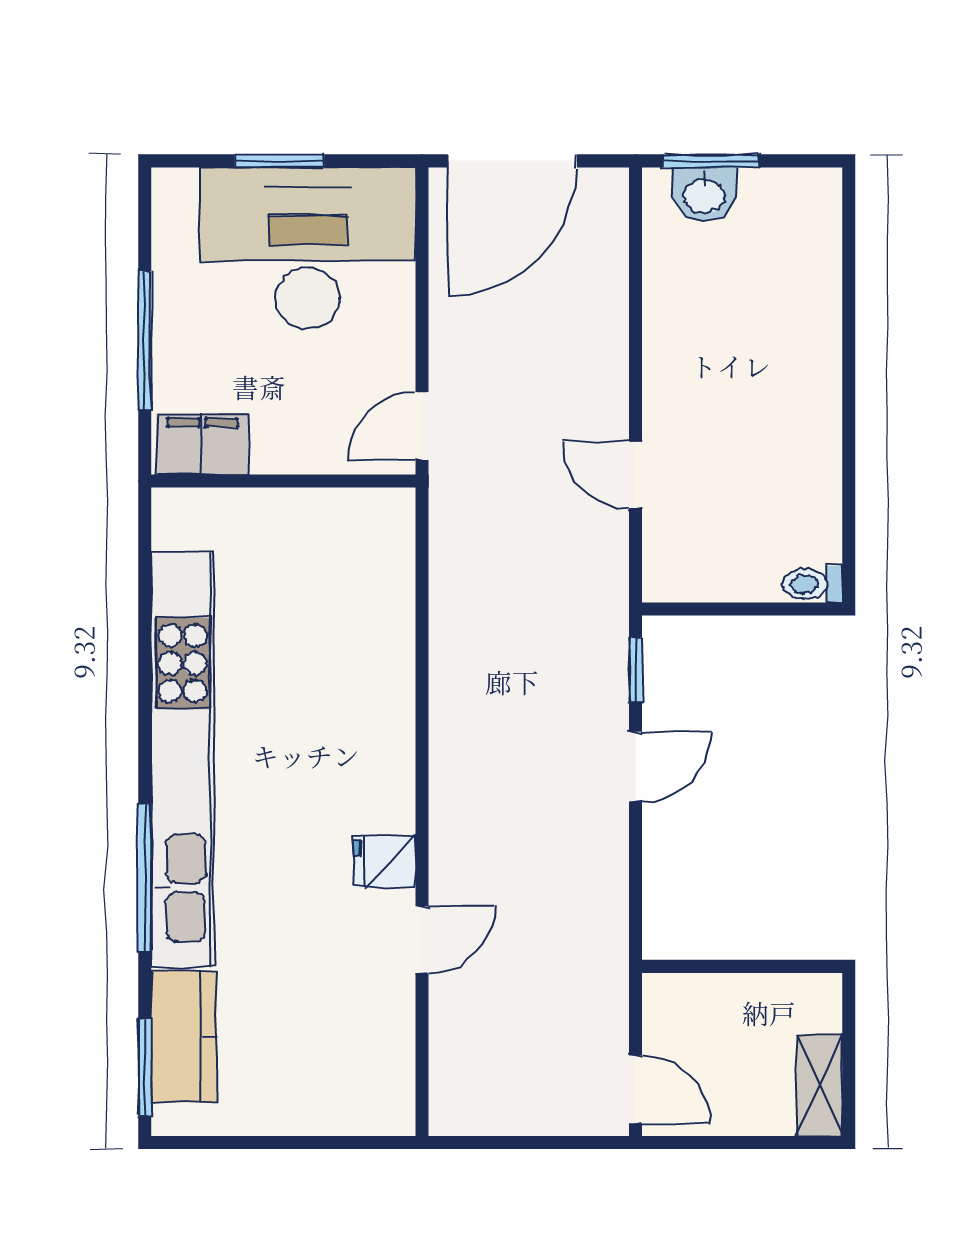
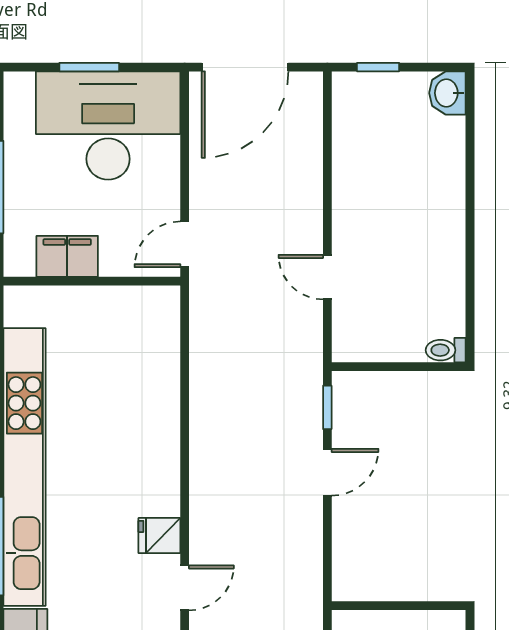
window: (711, 161) -> (378, 67), width x0.67
washbasin: (704, 195) -> (447, 93), moved, turned 90
filing cabinet: (202, 444) -> (67, 256), moved

